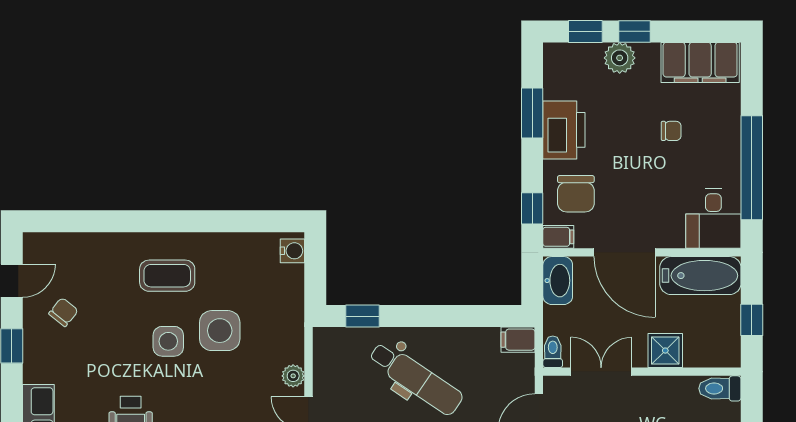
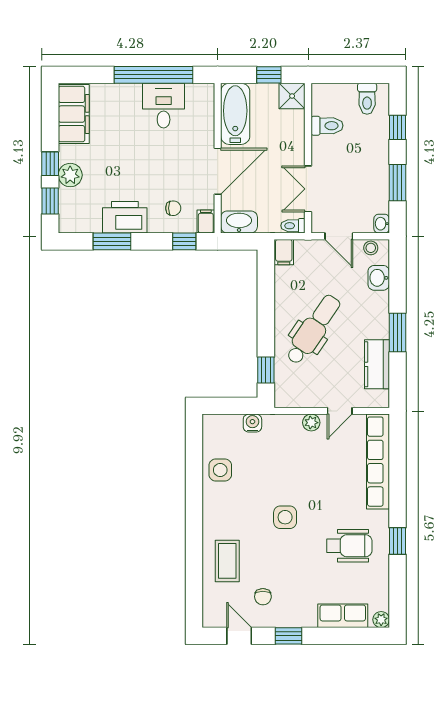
chair: (671, 131) -> (126, 136), removed
chair: (576, 194) -> (173, 208), width x0.54, depth x0.54
desk: (713, 219) -> (164, 106), moved, turned -90
water cooler: (292, 251) -> (252, 423), moved
coffee table: (167, 276) -> (227, 561), moved
chair: (63, 312) -> (263, 597), turned -129
side table: (220, 331) -> (220, 470), moved, width x0.73, depth x0.73
shower: (665, 351) -> (292, 96), moved
toilet: (720, 388) -> (327, 126), moved, turned -90

